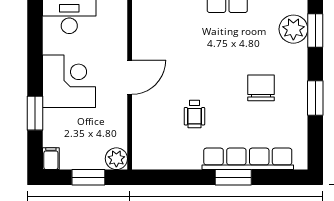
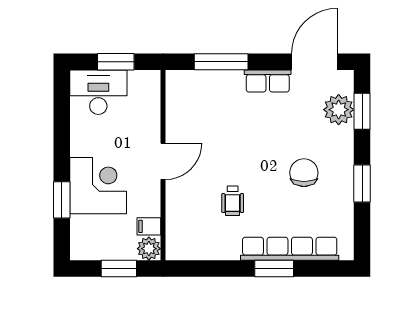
corner desk: (69, 81) -> (98, 186), moved
filing cabinet: (51, 159) -> (149, 226), moved, turned -90

